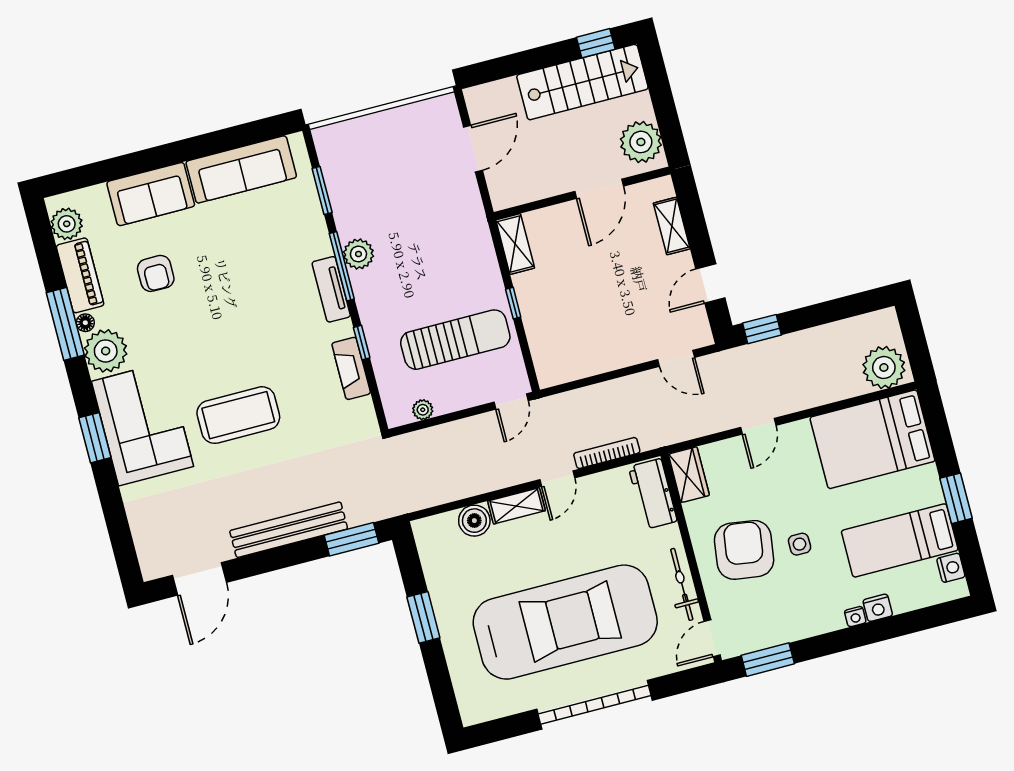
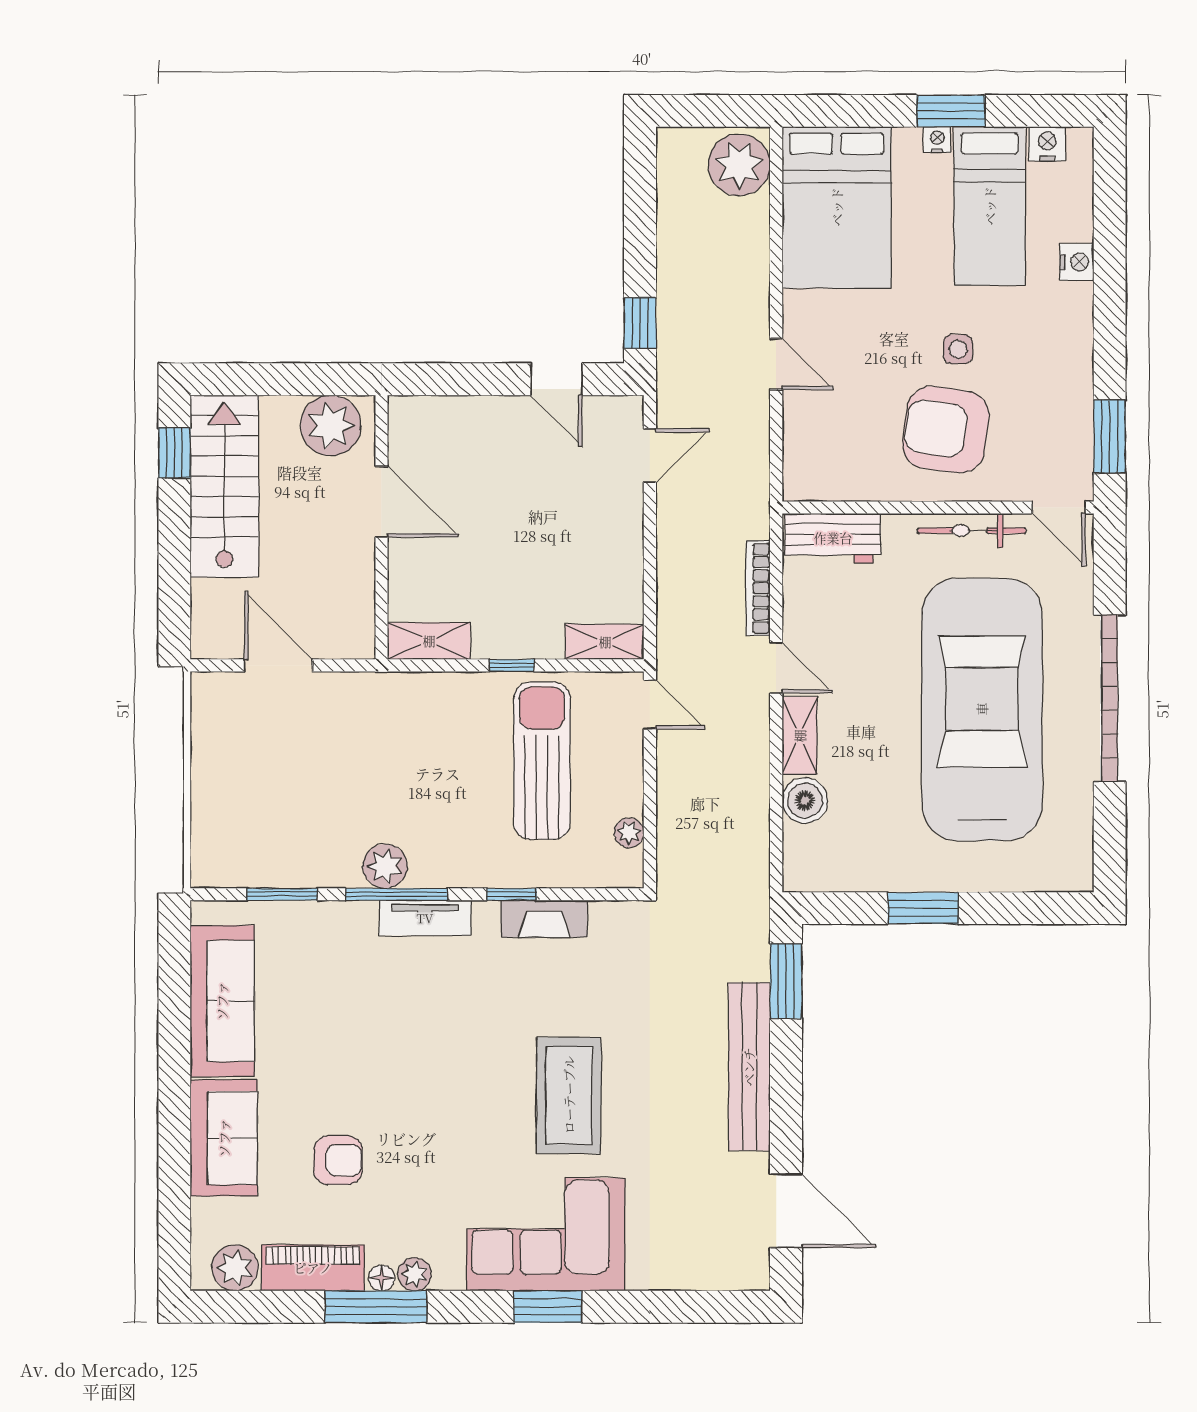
shelving: (672, 226) -> (605, 642), moved
plant: (106, 351) -> (414, 1274), width x0.53, depth x0.53
wardrobe: (689, 475) -> (819, 480), removed
nightstand: (855, 617) -> (937, 140), moved, turned -90

